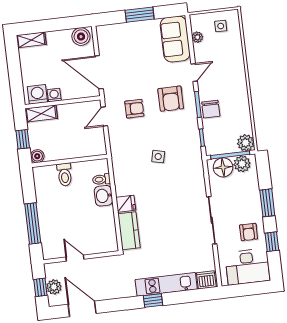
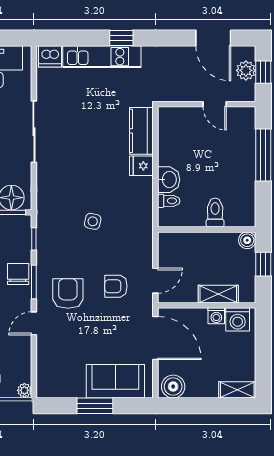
plant: (197, 37) -> (24, 390), moved
sofa: (175, 39) -> (115, 381), moved, turned -90
shelving: (41, 114) -> (218, 294), moved

